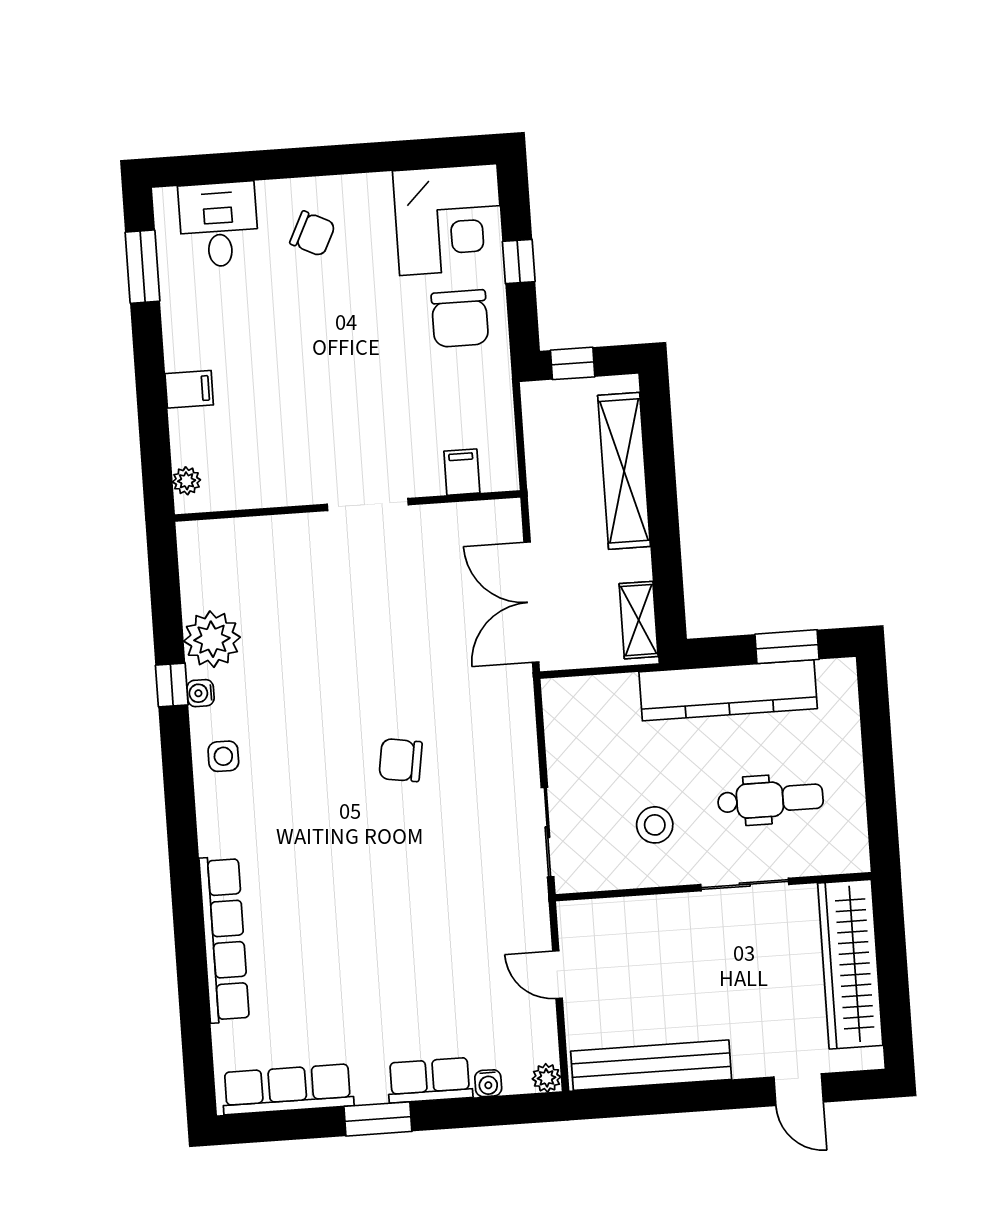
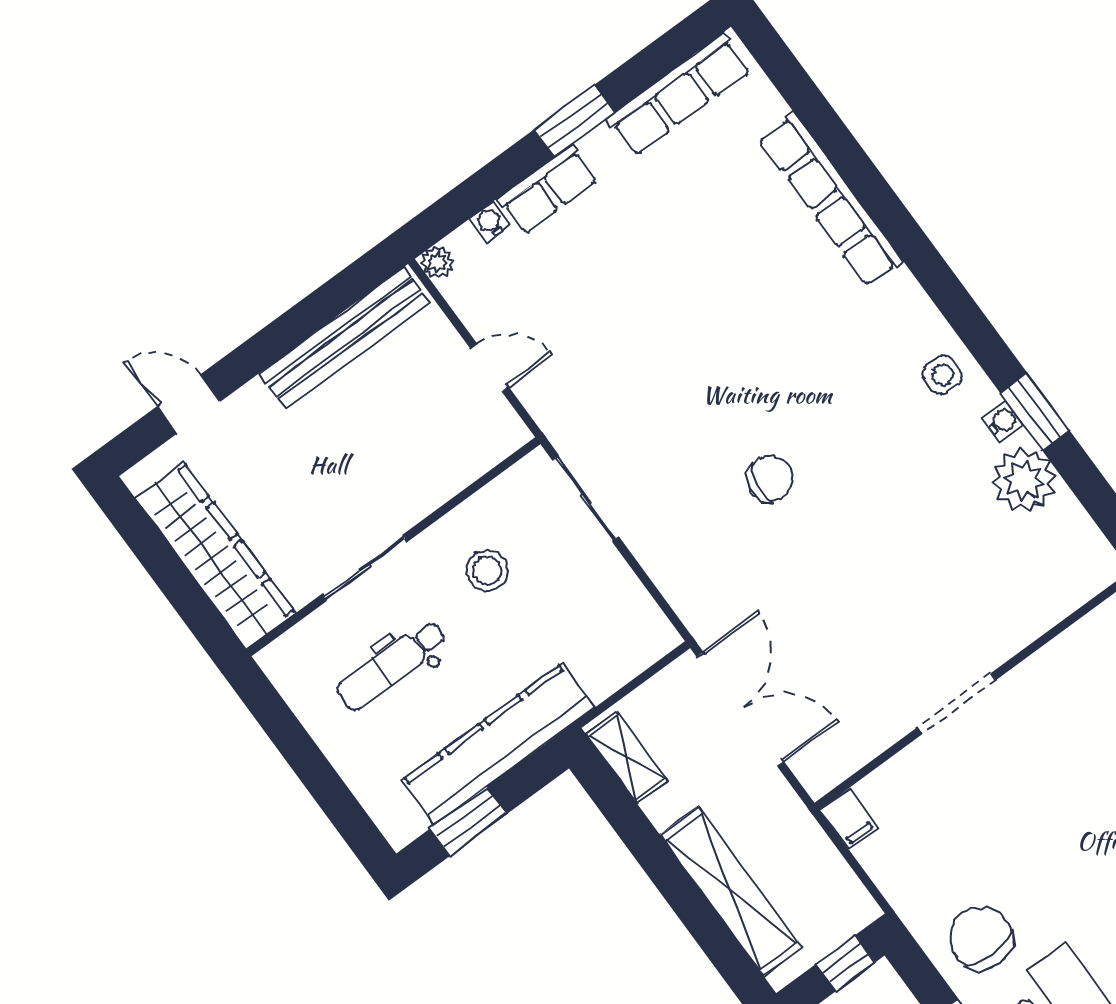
filing cabinet: (462, 472) -> (849, 819), moved
window: (172, 685) -> (1035, 412), width x1.50

